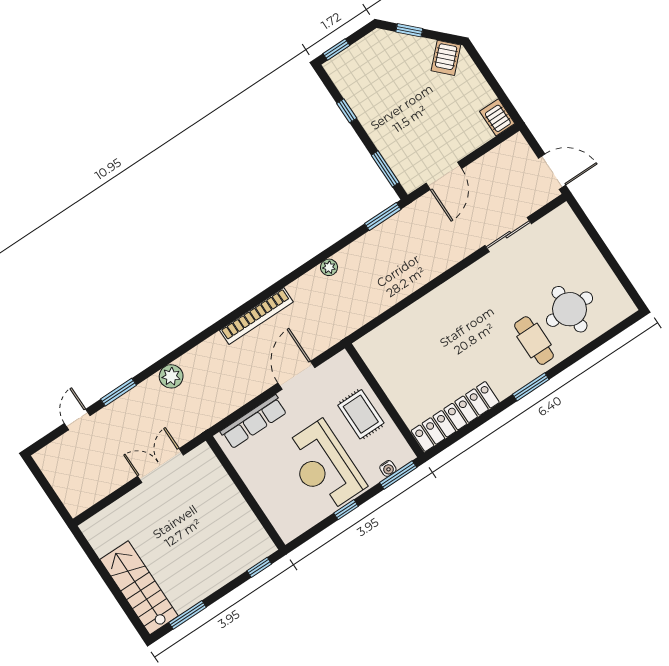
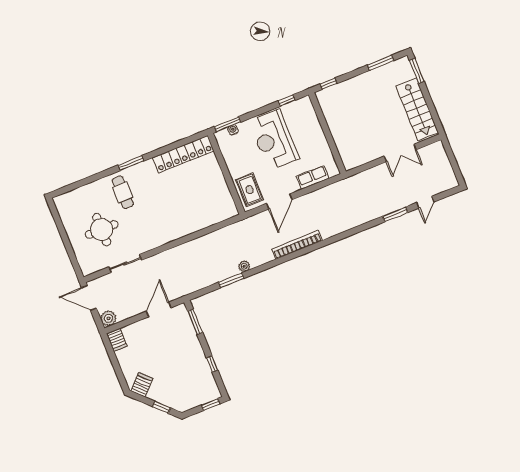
window: (383, 216) -> (231, 280), moved
round table: (570, 309) -> (102, 230), moved
plant: (171, 376) -> (108, 318), moved
rug: (361, 414) -> (250, 190), moved
row of seats: (254, 422) -> (313, 177), width x0.68
double door: (161, 466) -> (400, 153), moved
reception desk: (324, 466) -> (274, 140), turned 180
window: (346, 510) -> (287, 101), moved
stairs: (139, 588) -> (417, 109), moved
window: (131, 614) -> (417, 71), added

